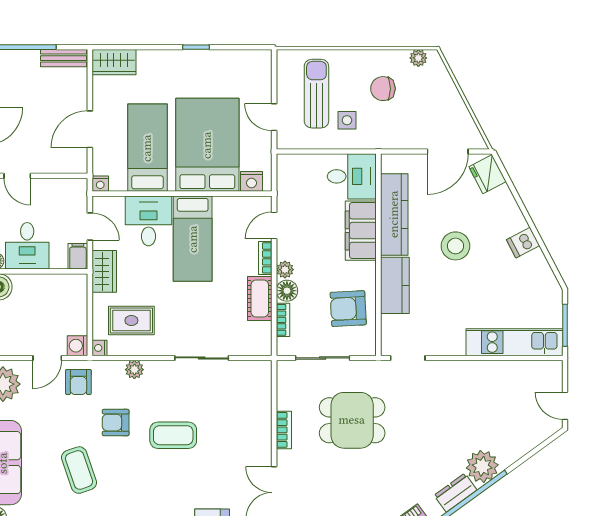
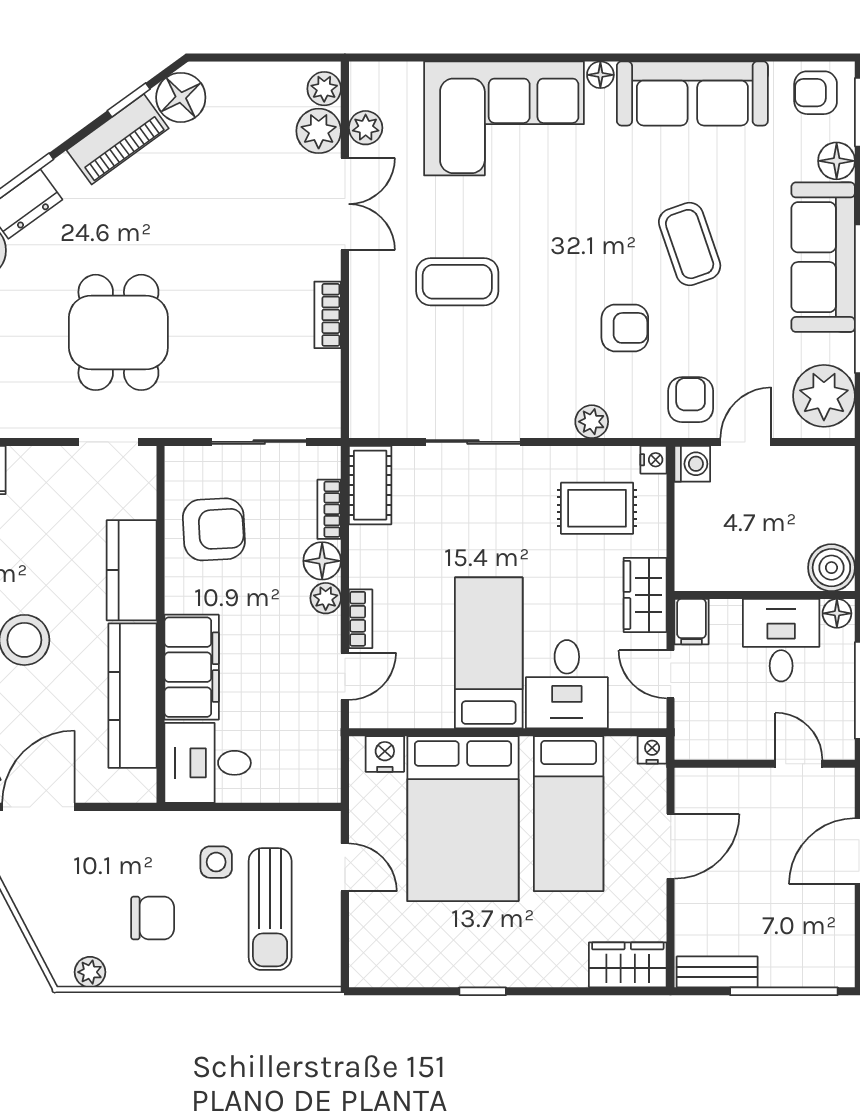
cot: (260, 298) -> (370, 485), moved
dining table: (352, 420) -> (118, 332), moved, turned 90
coffee table: (173, 435) -> (457, 282), moved

